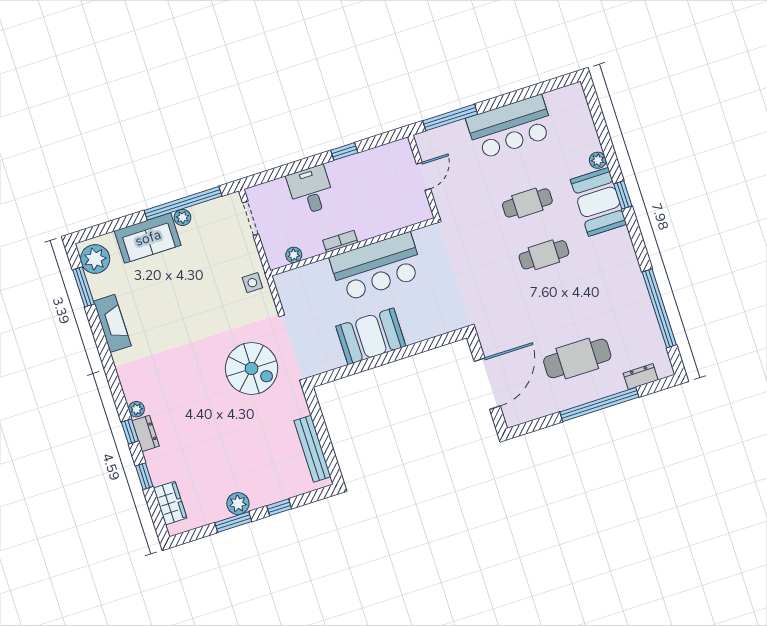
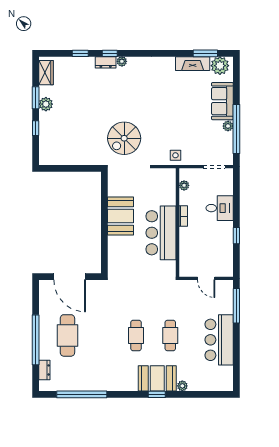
fireplace: (112, 323) -> (193, 64), moved
bench: (312, 449) -> (64, 159), removed
wardrobe: (170, 503) -> (46, 73), moved, turned -90

